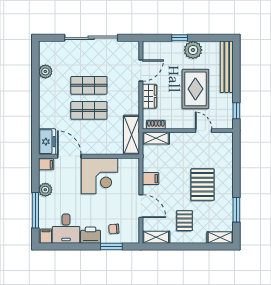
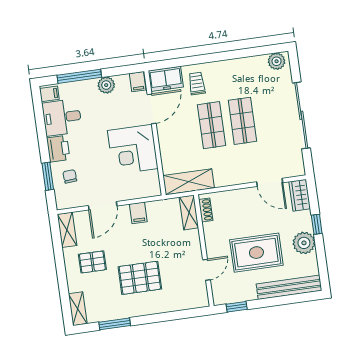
plant: (45, 71) -> (277, 61), moved
wardrobe: (150, 96) -> (300, 195), moved, turned 90
trolley: (54, 117) -> (197, 83), added

